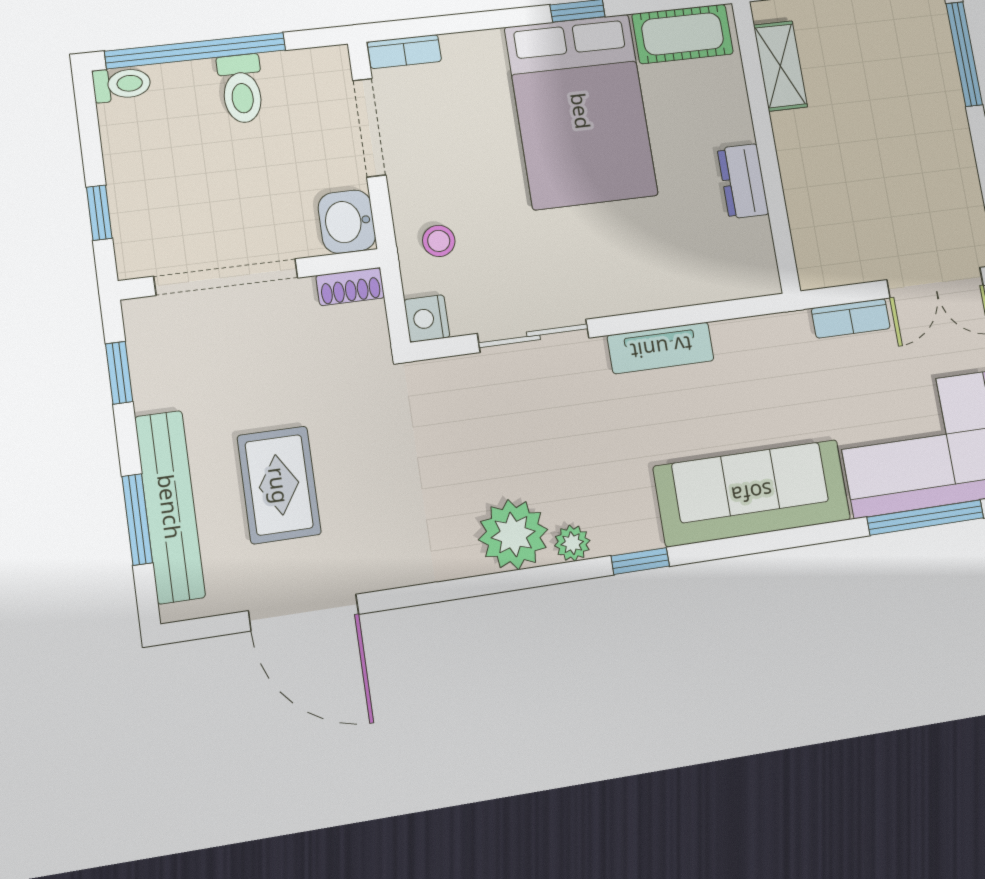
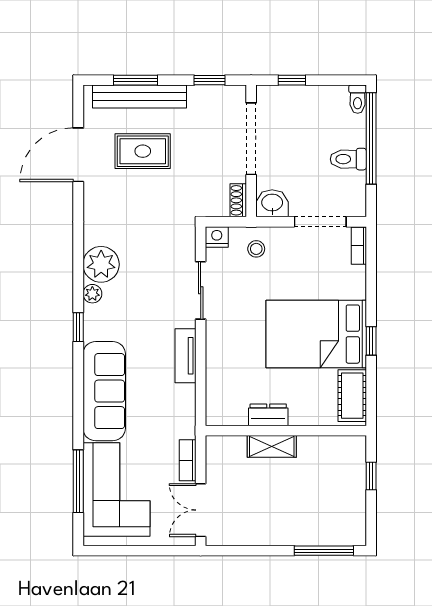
shelving: (780, 66) -> (272, 446), moved

